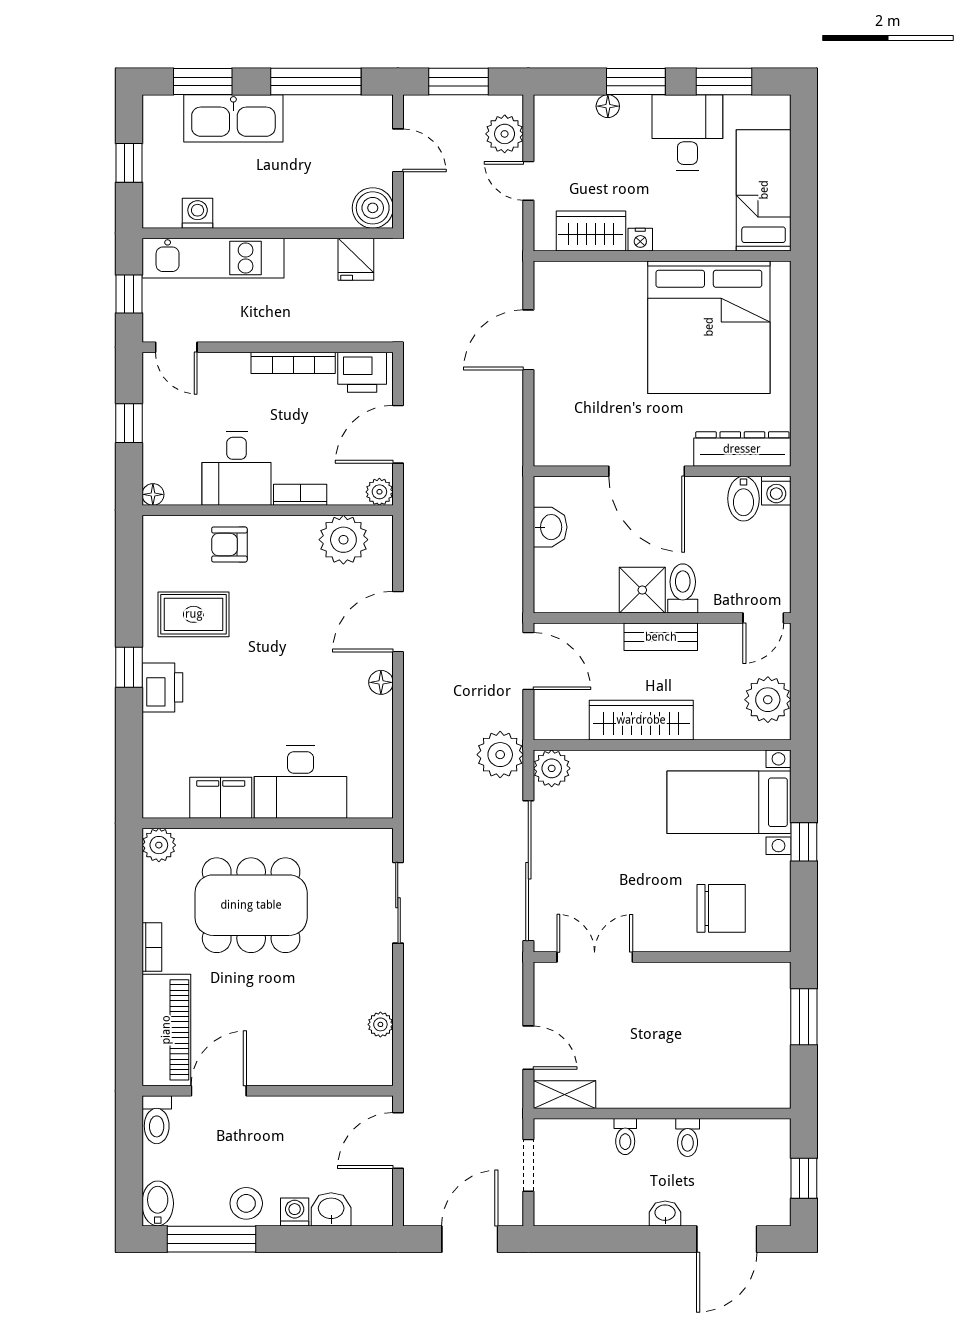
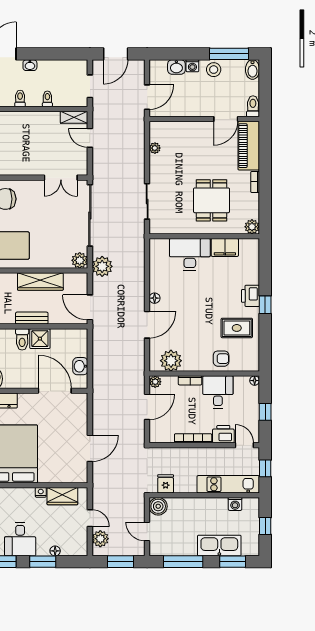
printer: (362, 372) -> (223, 434), moved
door: (647, 471) -> (55, 391), moved
dining table: (251, 905) -> (212, 200), width x0.73

